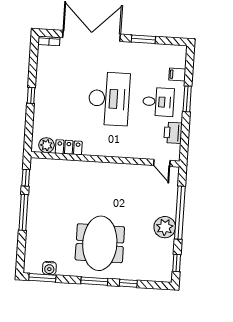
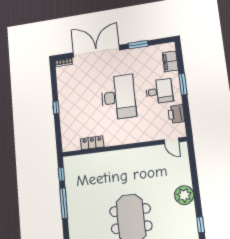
filing cabinet: (177, 75) -> (170, 61), width x2.00
plant: (46, 145) -> (74, 145), removed
window: (180, 213) -> (195, 180), removed

